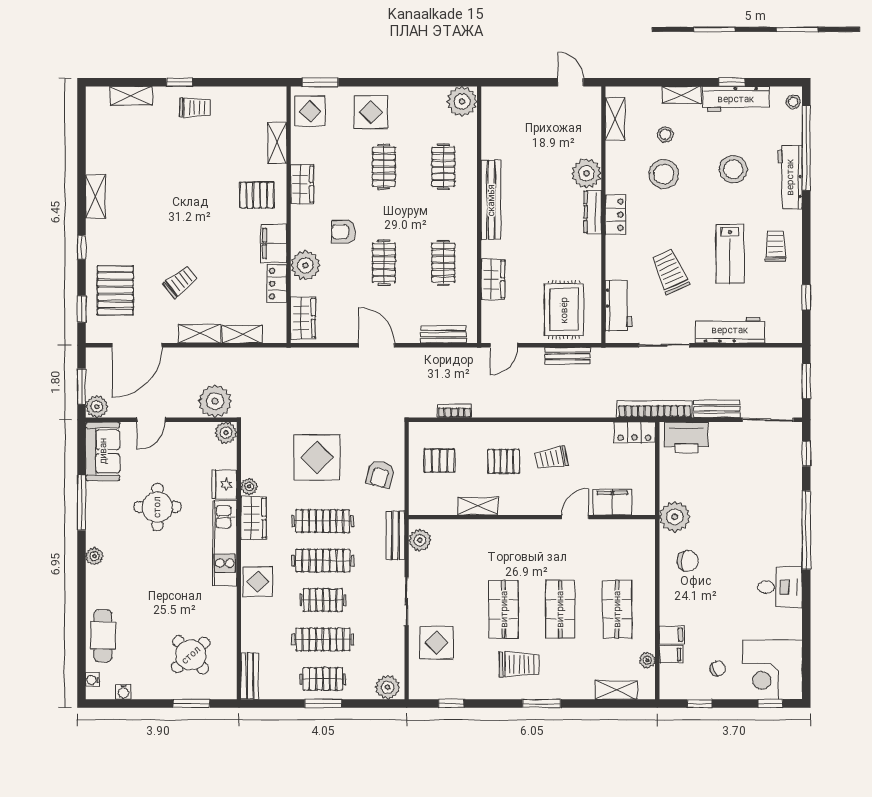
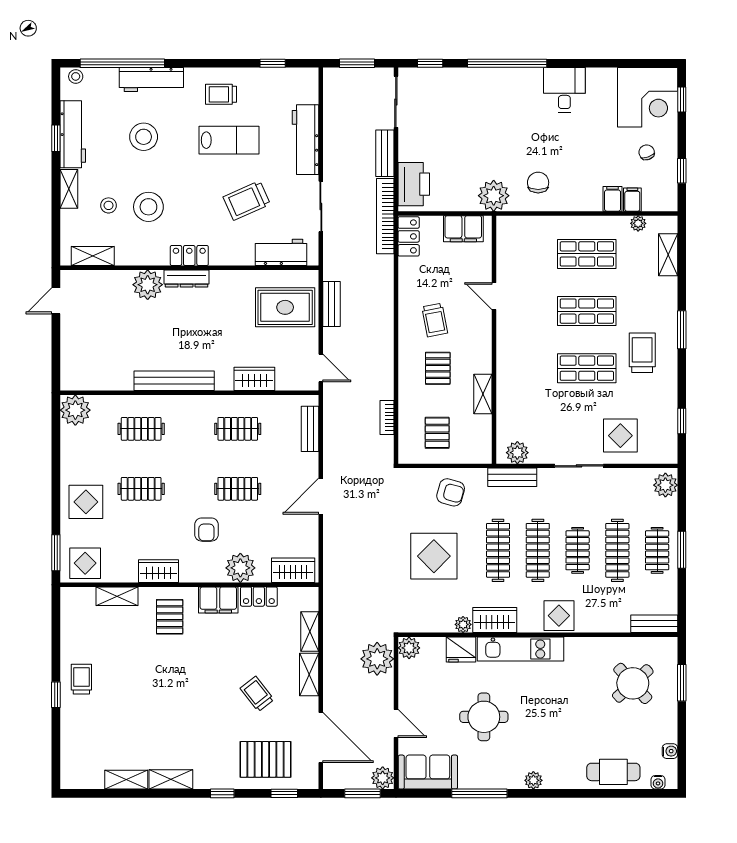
shelving: (131, 96) -> (126, 780), moved, turned 90
filing cabinet: (612, 502) -> (463, 229), moved, turned -90

